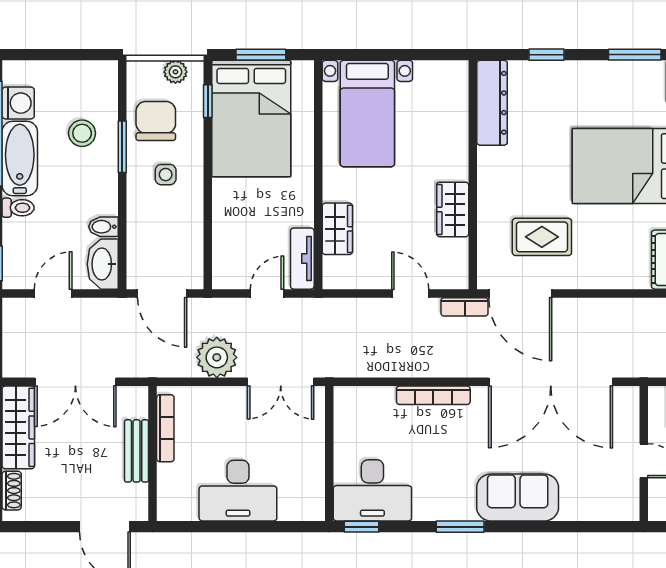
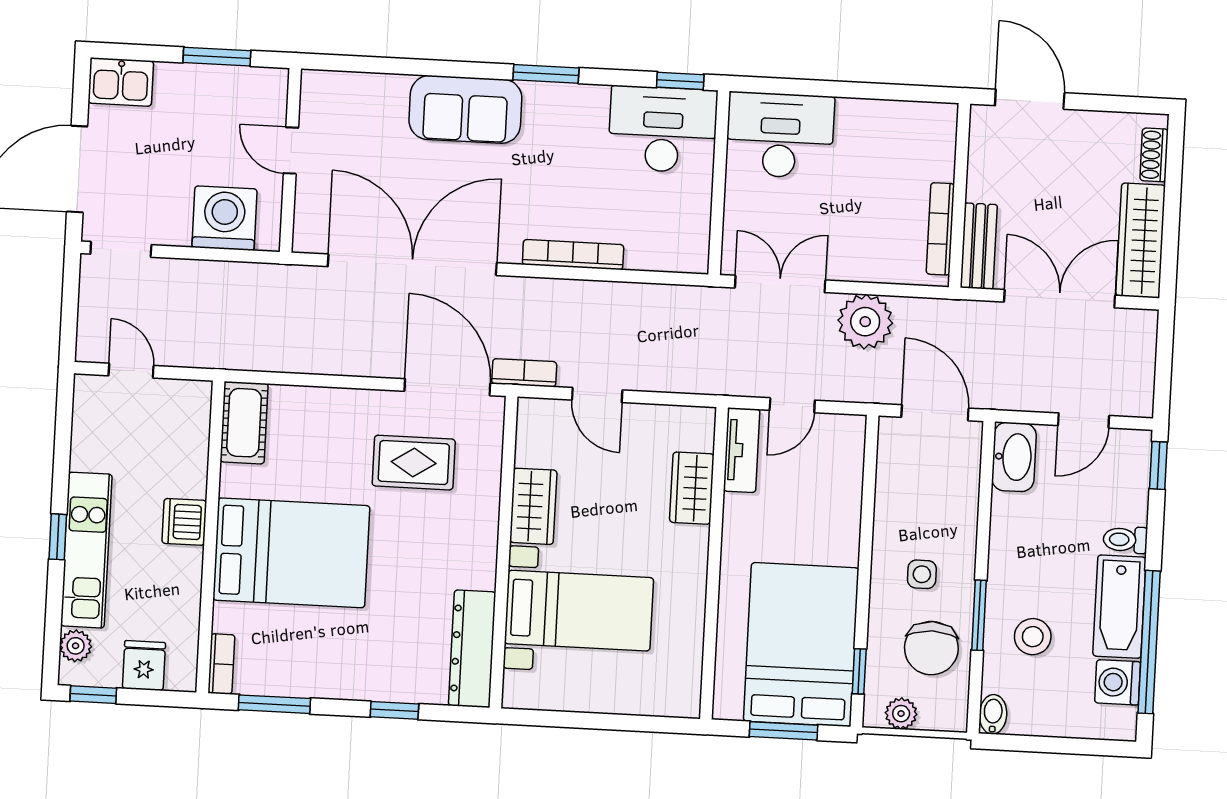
bed with nightstands: (367, 114) -> (579, 611), moved, turned 90
bidet: (103, 227) -> (993, 714), moved, turned -90
bench: (137, 451) -> (979, 246), moved
desk: (238, 491) -> (780, 135), moved

